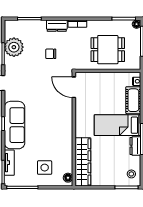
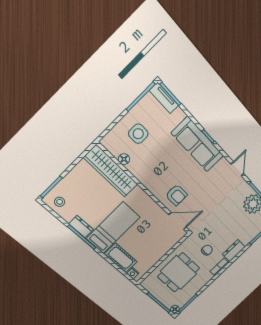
chair: (51, 54) -> (207, 250), moved
armchair: (58, 106) -> (176, 195), added
tv unit: (9, 163) -> (164, 98), moved
floor lamp: (68, 178) -> (124, 159), moved

